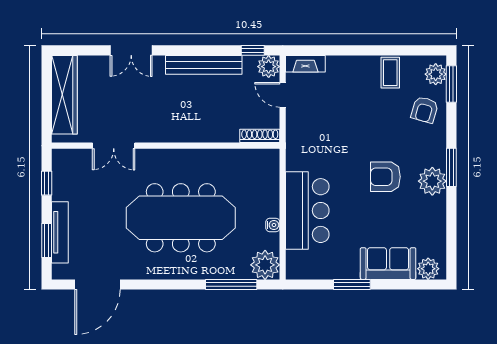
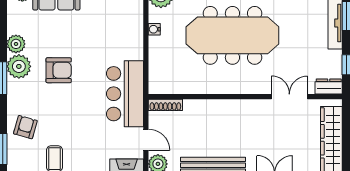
plant: (436, 74) -> (16, 44), moved
dresser: (67, 158) -> (329, 87), added
bar counter: (307, 211) -> (125, 94), moved

